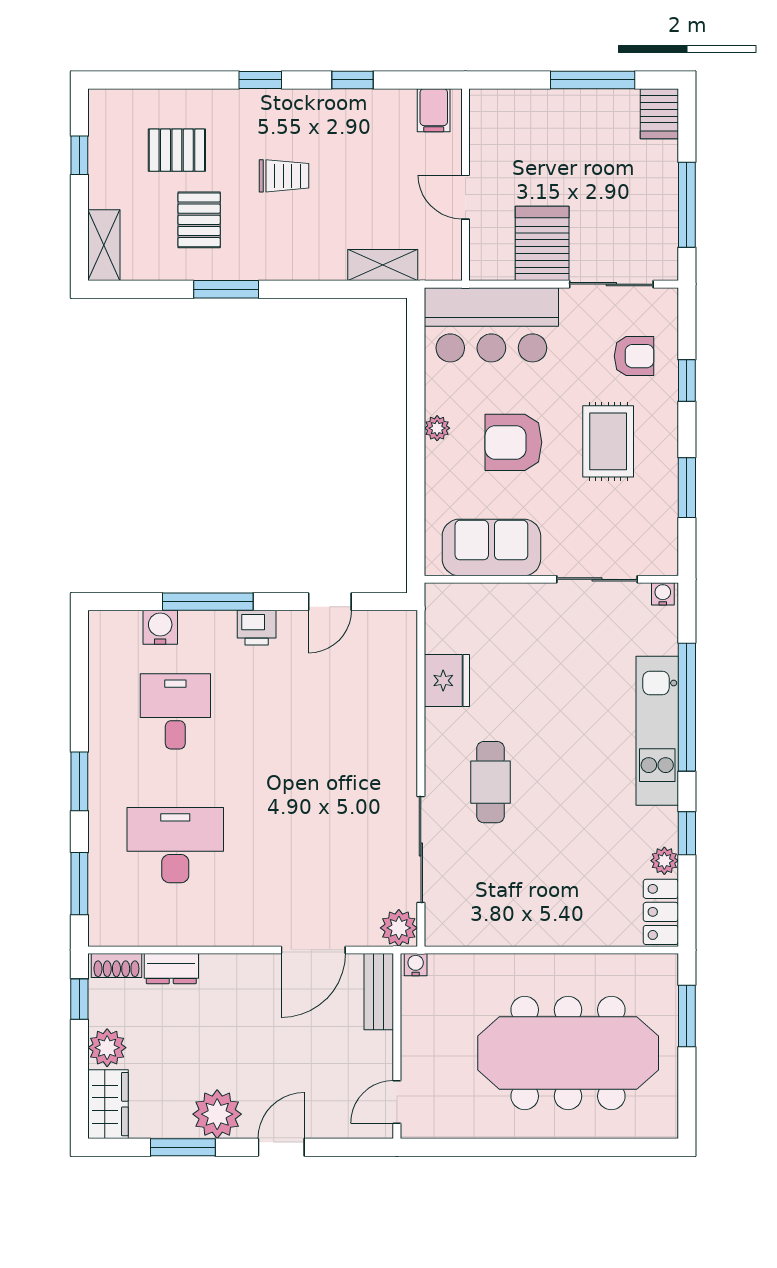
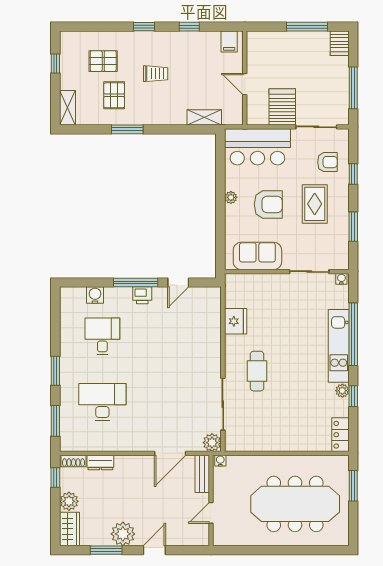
armchair: (513, 442) -> (268, 204), turned 180
window: (208, 602) -> (136, 283), moved
plant: (664, 861) -> (342, 391), moved
door: (397, 1102) -> (211, 513), moved

